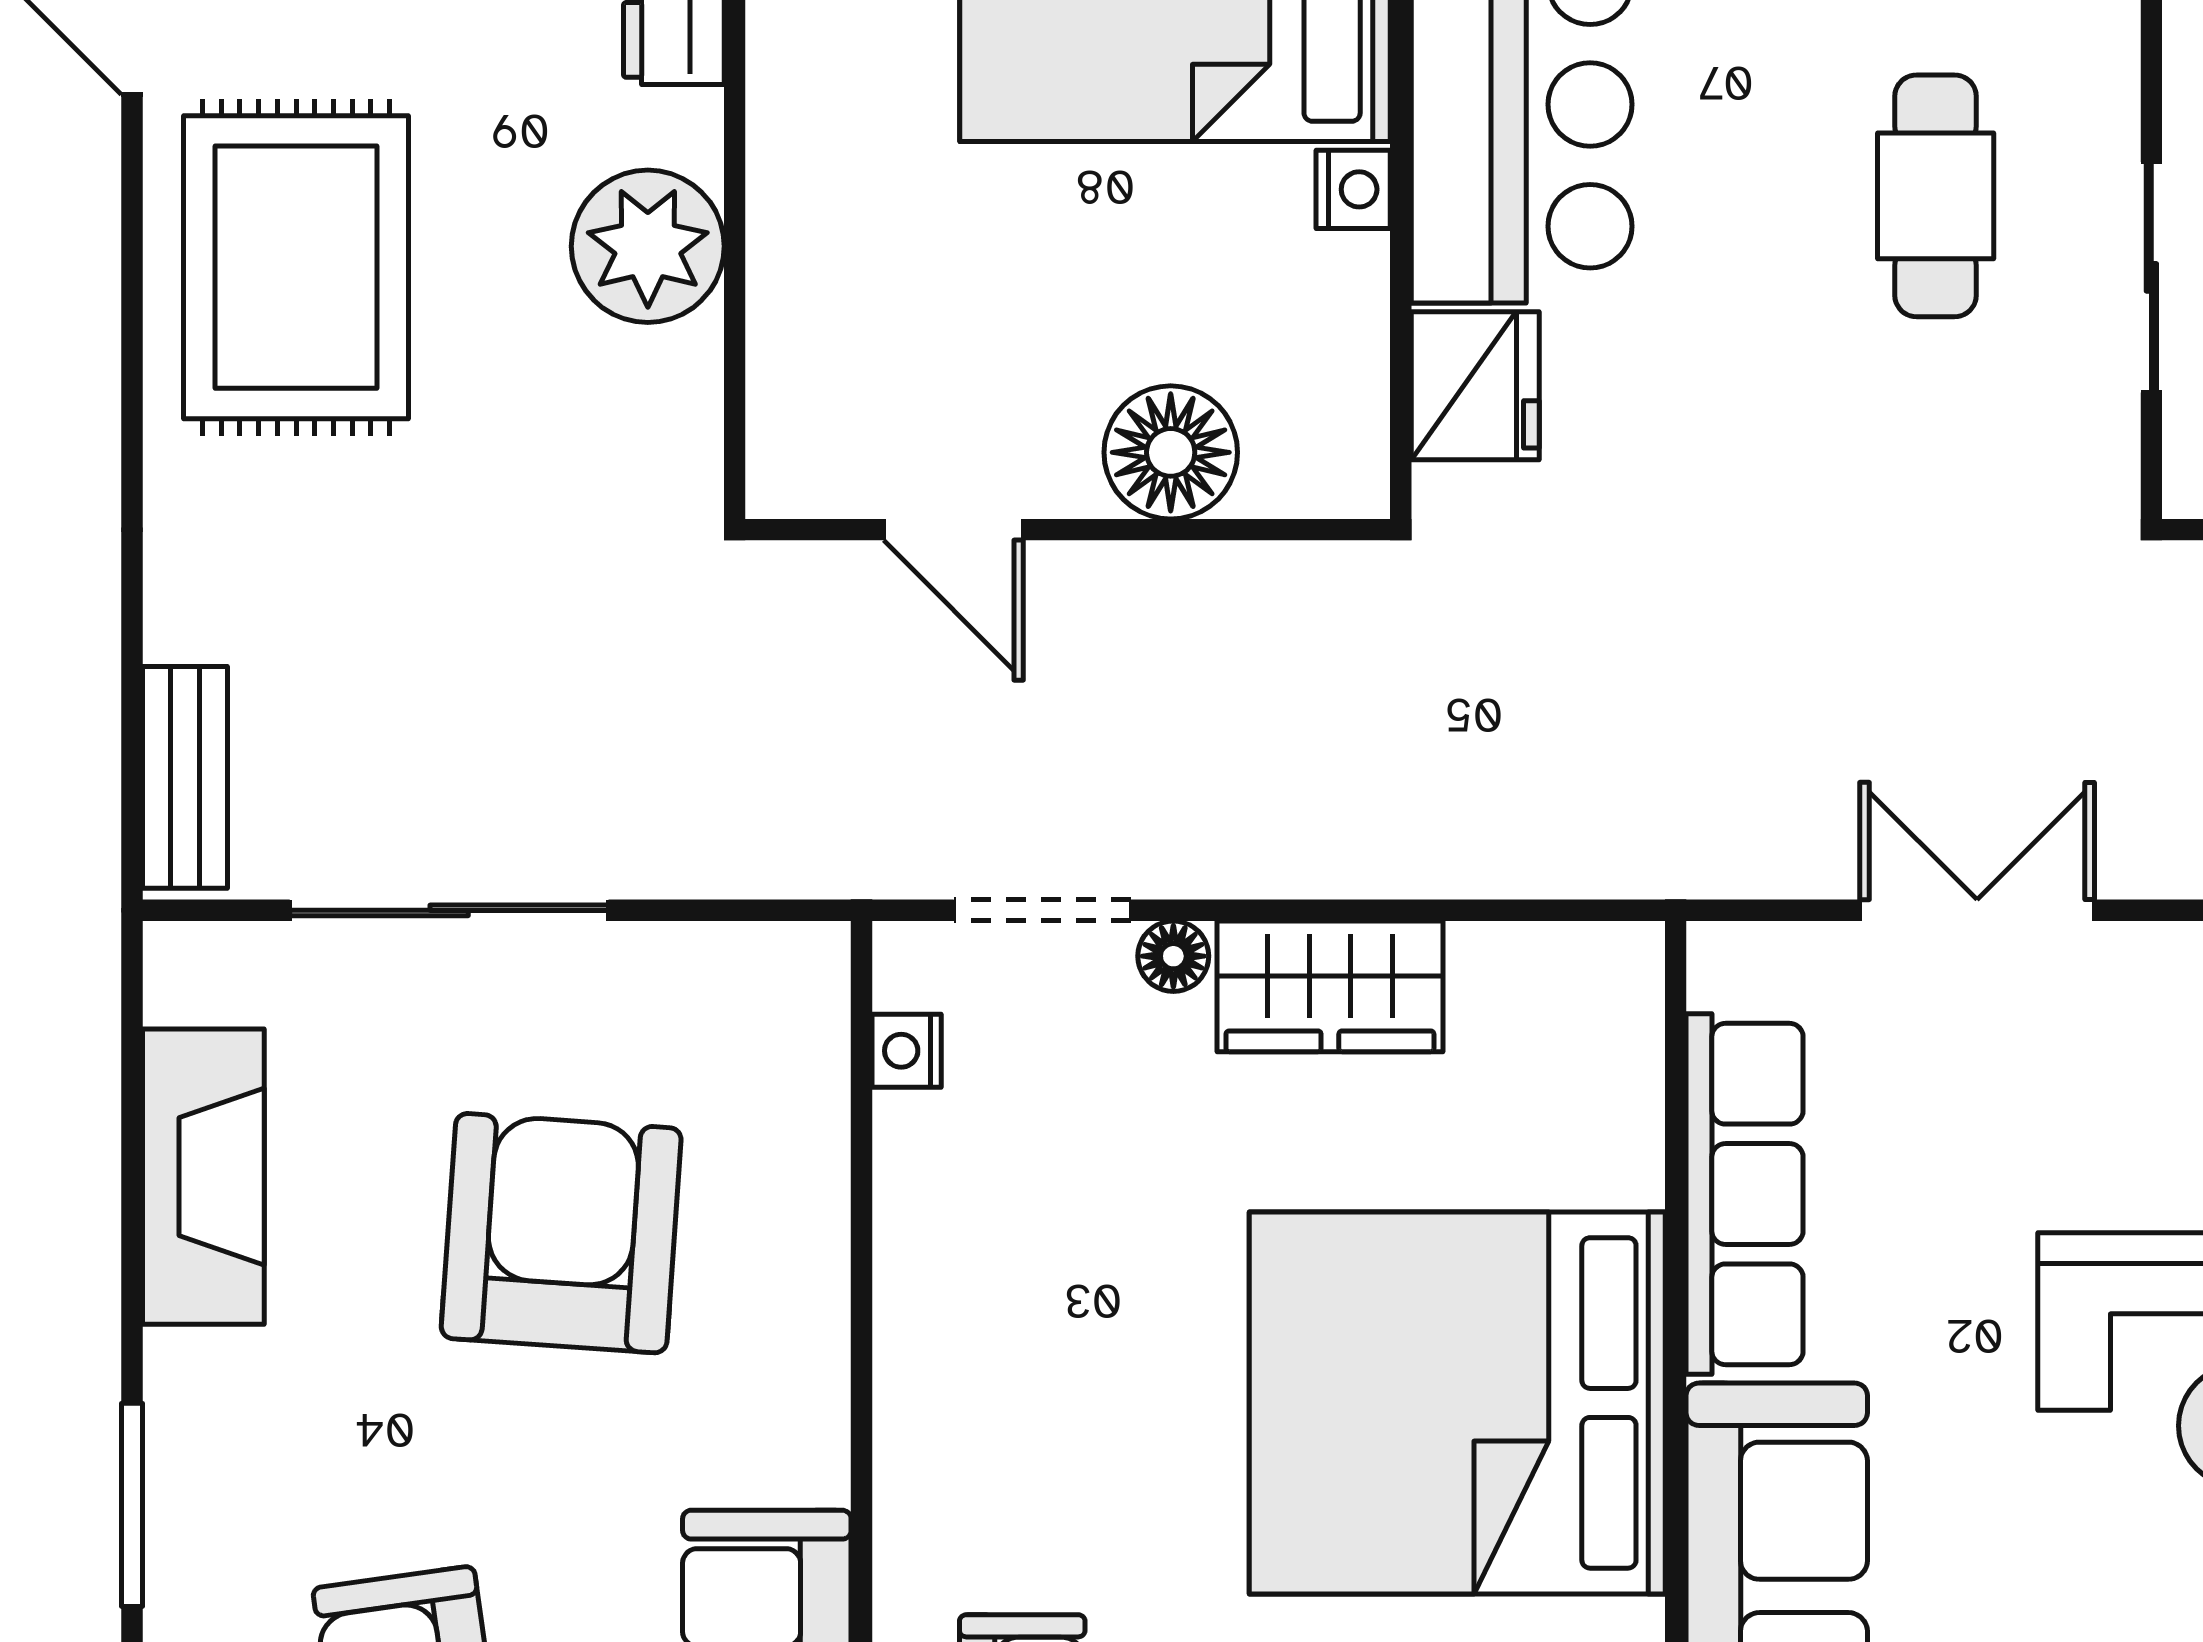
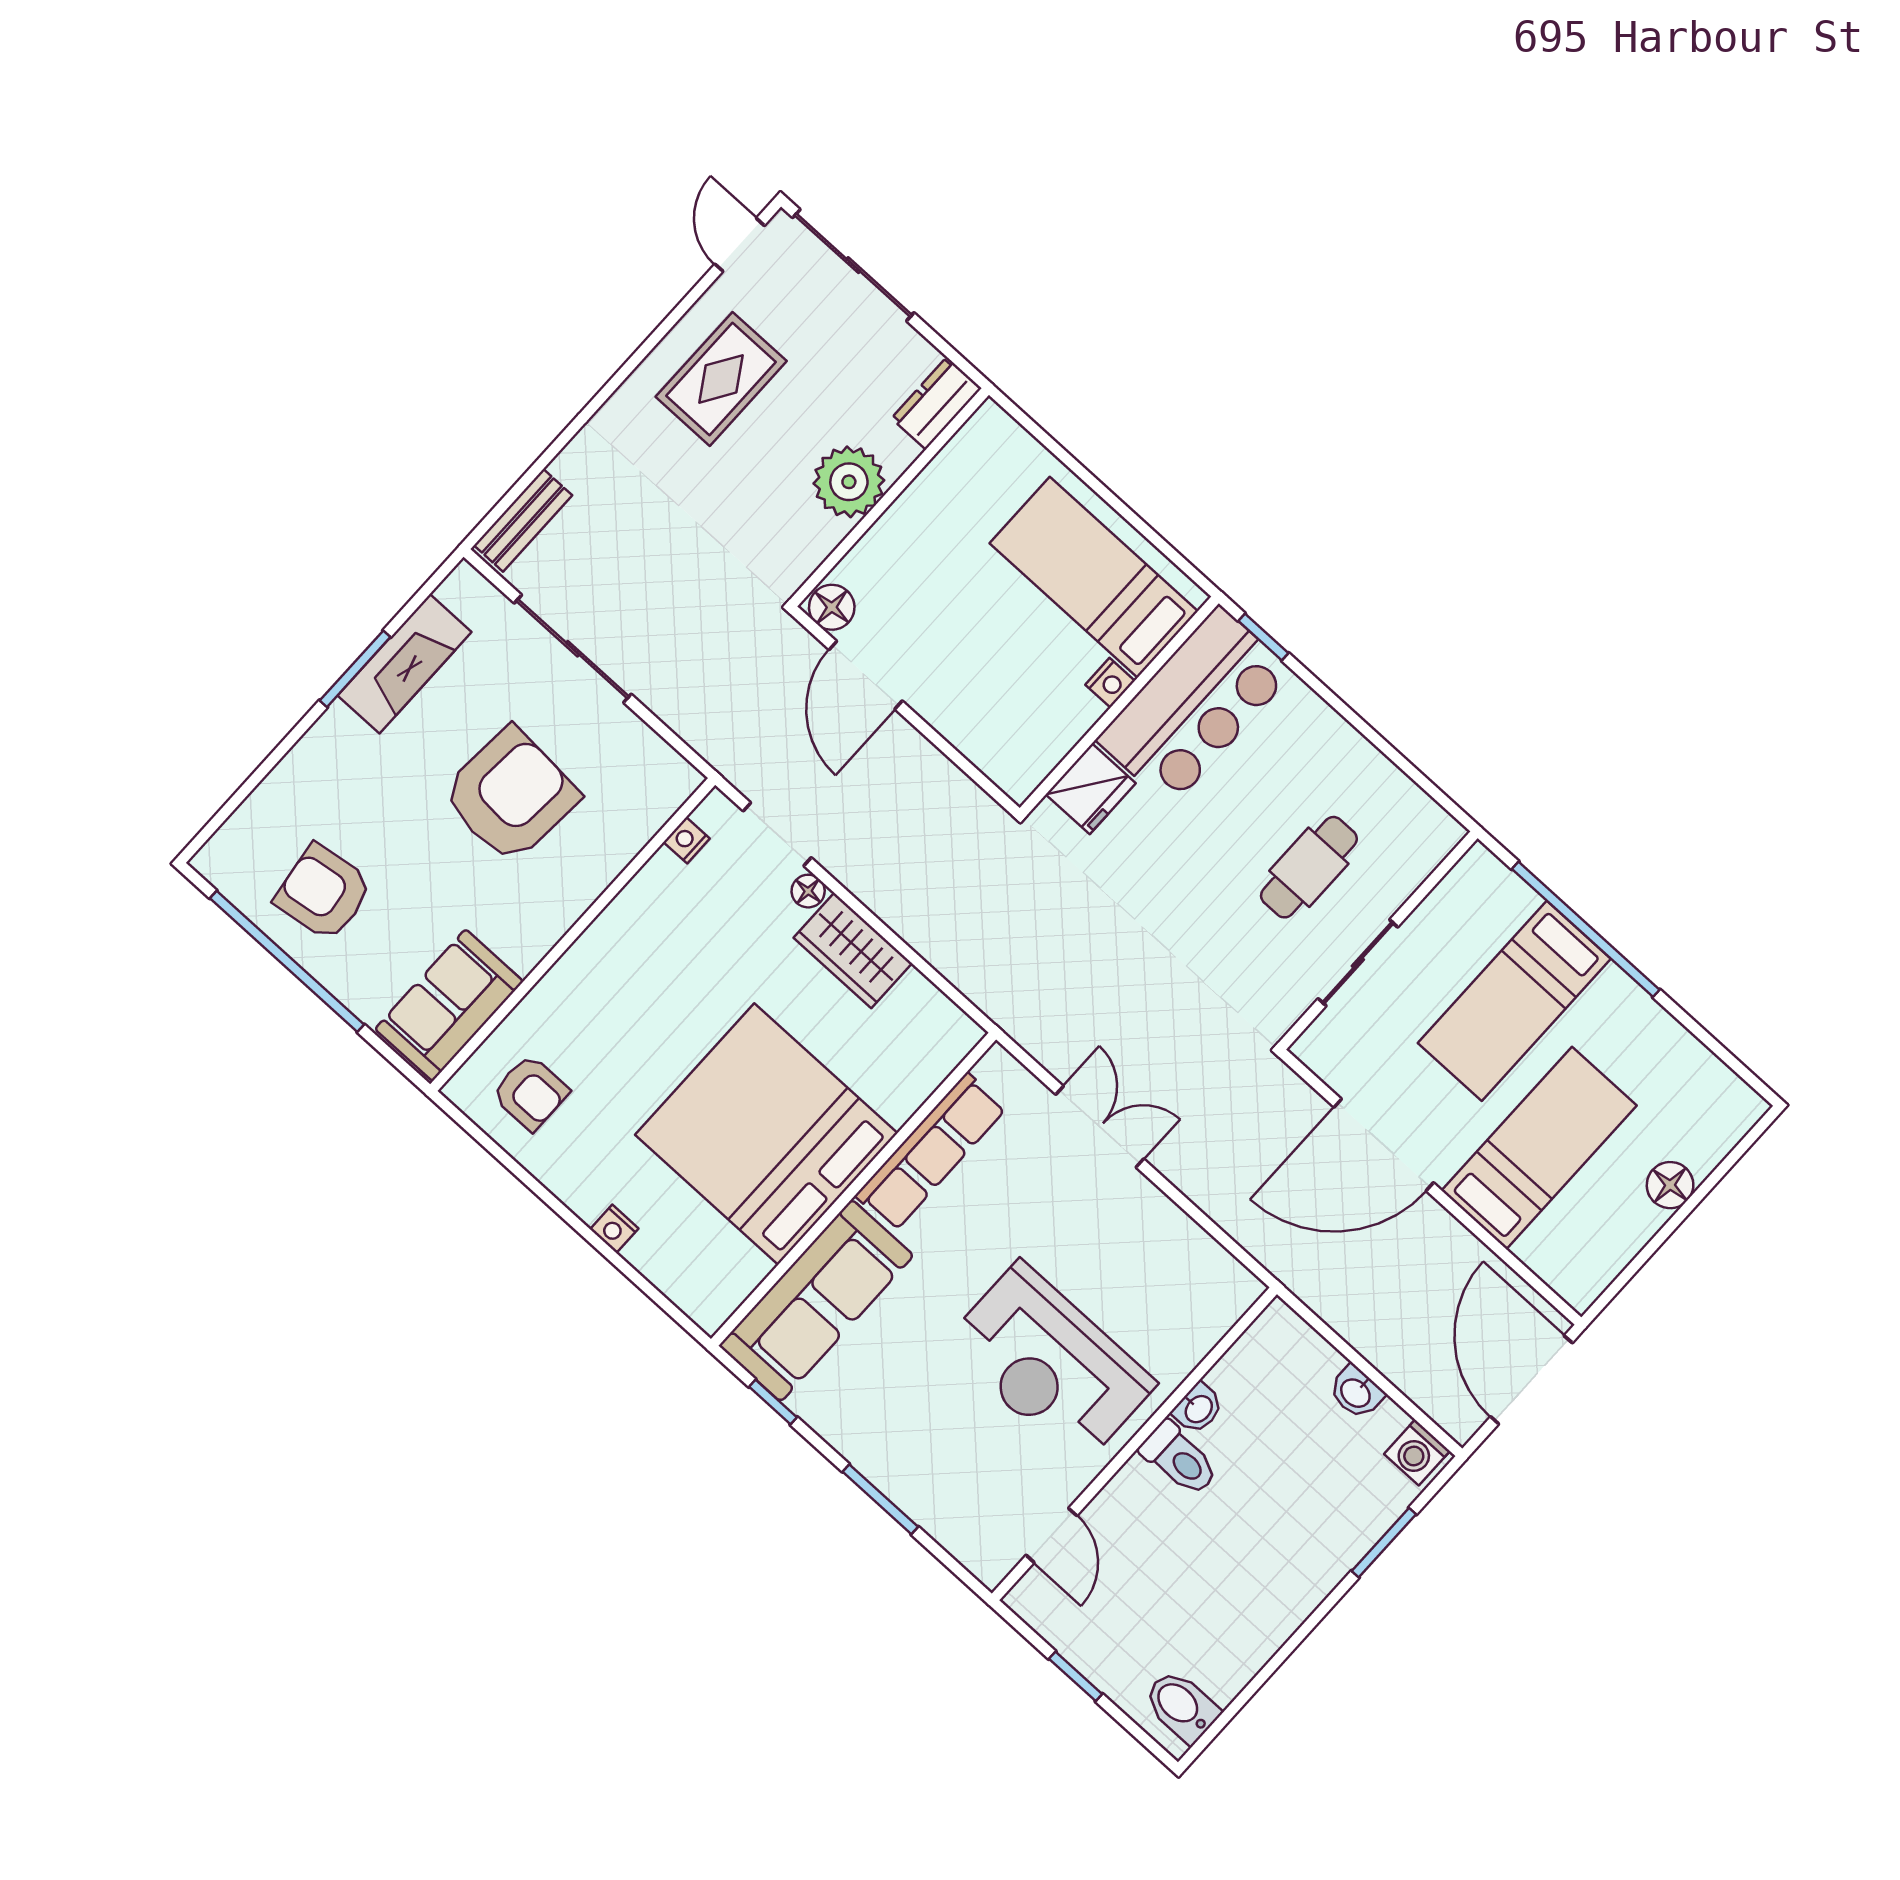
rug: (296, 267) -> (721, 379), width x0.73, depth x0.70
floor lamp: (1171, 452) -> (832, 607), moved, width x0.73, depth x0.73
door: (954, 530) -> (866, 675), width x1.38
window: (132, 1505) -> (355, 669), moved

